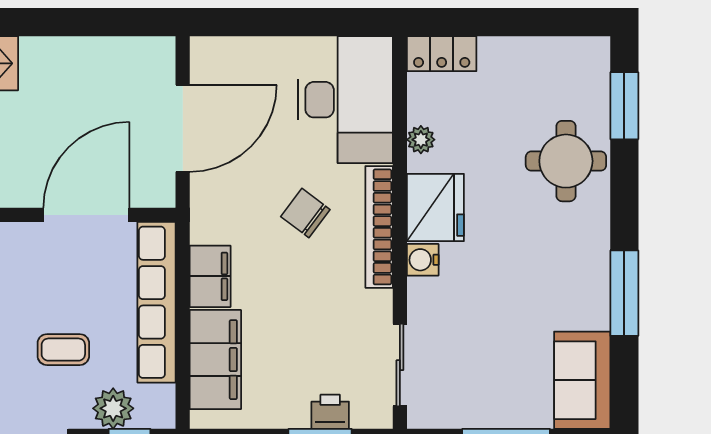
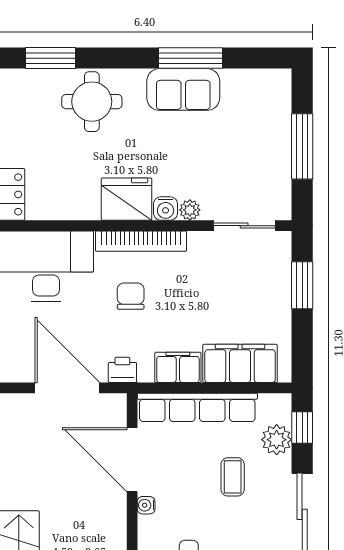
plant: (421, 140) -> (190, 210), moved
chair: (305, 213) -> (131, 296), turned 143
water cooler: (25, 234) -> (146, 505), added
sofa: (582, 380) -> (183, 89), moved
printer: (330, 412) -> (122, 370), moved, turned 90

